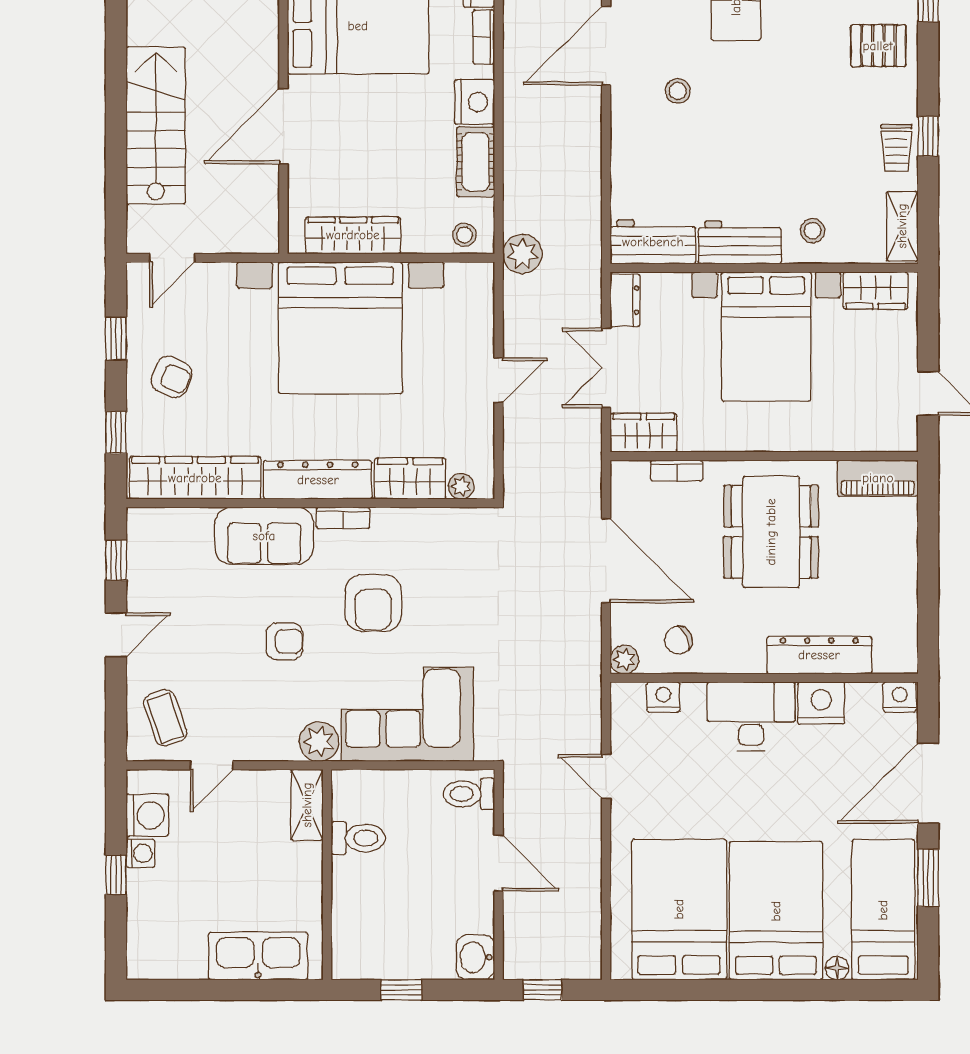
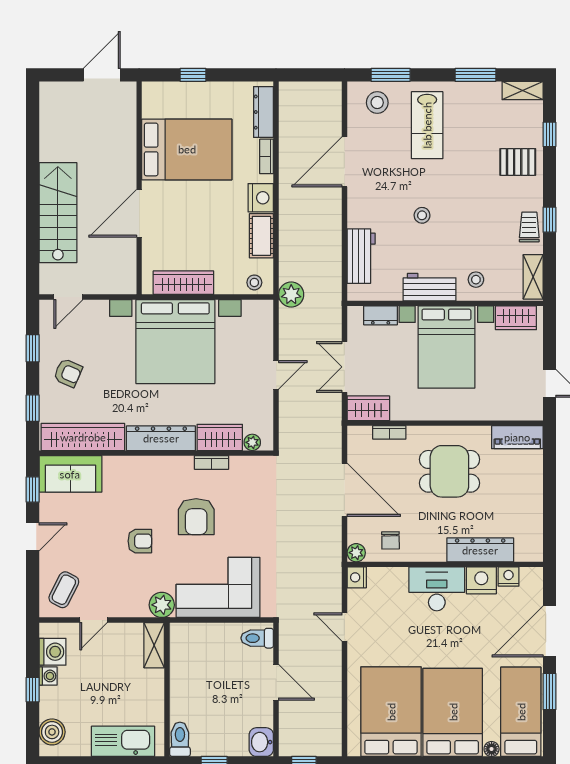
stool: (678, 91) -> (422, 215), moved
trolley: (896, 148) -> (529, 227), turned 180
workbench: (653, 242) -> (361, 256), moved, turned 90
dresser: (625, 300) -> (381, 315), moved, turned 90
bookcase: (343, 518) -> (211, 463), moved
dining table: (771, 532) -> (449, 471), width x0.73
sofa: (264, 536) -> (70, 474), moved
chair: (678, 640) -> (391, 540), turned -66
nightstand: (663, 697) -> (357, 577), moved, turned -90
nightstand: (900, 697) -> (508, 577), moved
coffee table: (165, 718) -> (64, 590), turned 46
toilet: (358, 838) -> (180, 739), moved, turned -90
boiler: (147, 941) -> (52, 732), added

